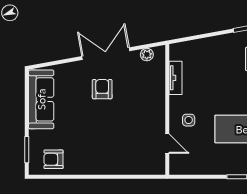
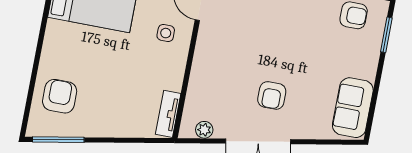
tv unit: (175, 78) -> (168, 114), moved
sofa: (41, 99) -> (353, 108), width x0.73

